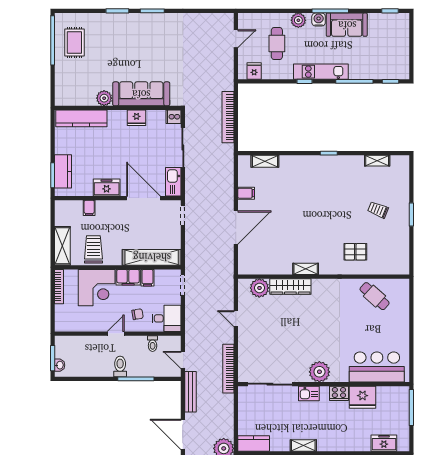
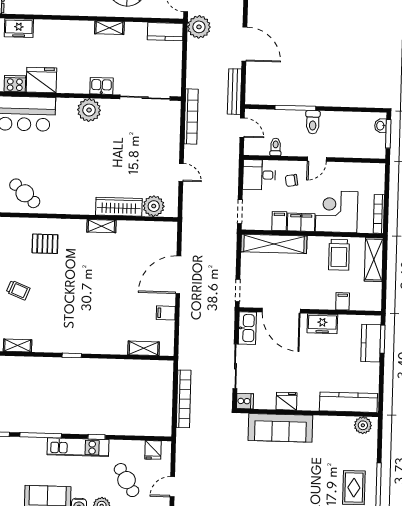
cafe table: (277, 44) -> (127, 480), turned -31
plant: (104, 98) -> (363, 425), moved
cooker: (339, 393) -> (15, 84), moved

